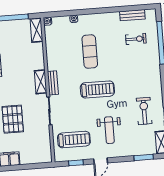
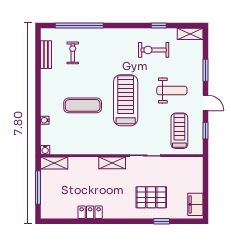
bench: (53, 83) -> (114, 149), removed
treadmill: (97, 89) -> (126, 100), width x1.37, depth x1.38
window: (144, 157) -> (205, 70), moved

